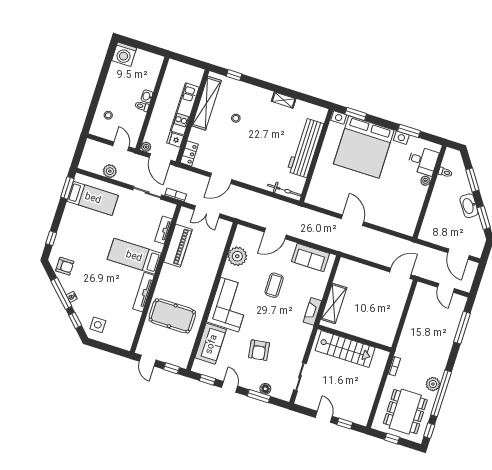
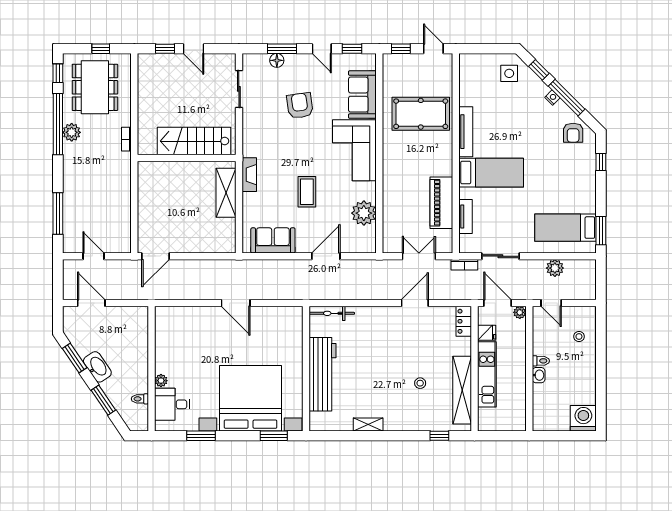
armchair: (65, 266) -> (573, 133), turned -90

